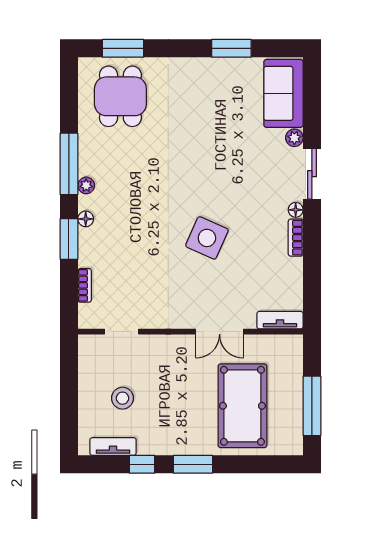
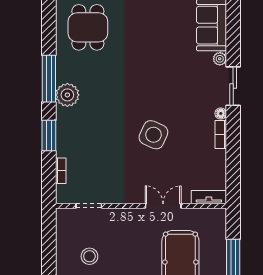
plant: (86, 185) -> (67, 95), width x1.87, depth x1.87
floor lamp: (86, 219) -> (62, 120), removed
double door: (220, 332) -> (163, 206), swing flipped

